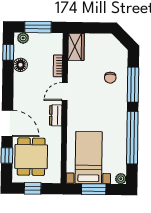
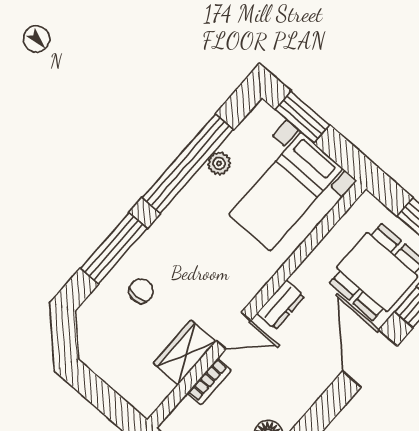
wardrobe: (76, 47) -> (184, 352), moved
plant: (121, 179) -> (219, 163), moved
window: (94, 189) -> (303, 117), moved

